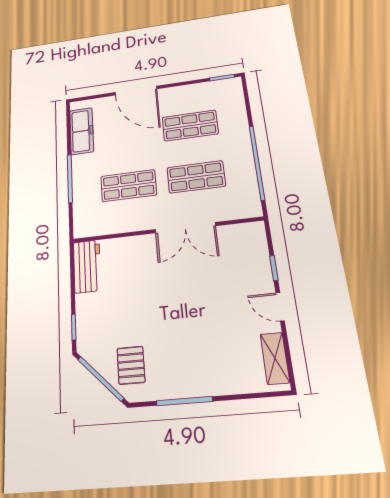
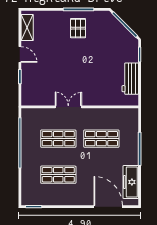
door: (136, 91) -> (108, 207), moved
double door: (185, 228) -> (68, 107), width x0.73
workbench: (87, 266) -> (130, 79), moved
pallet: (131, 365) -> (78, 28), moved

